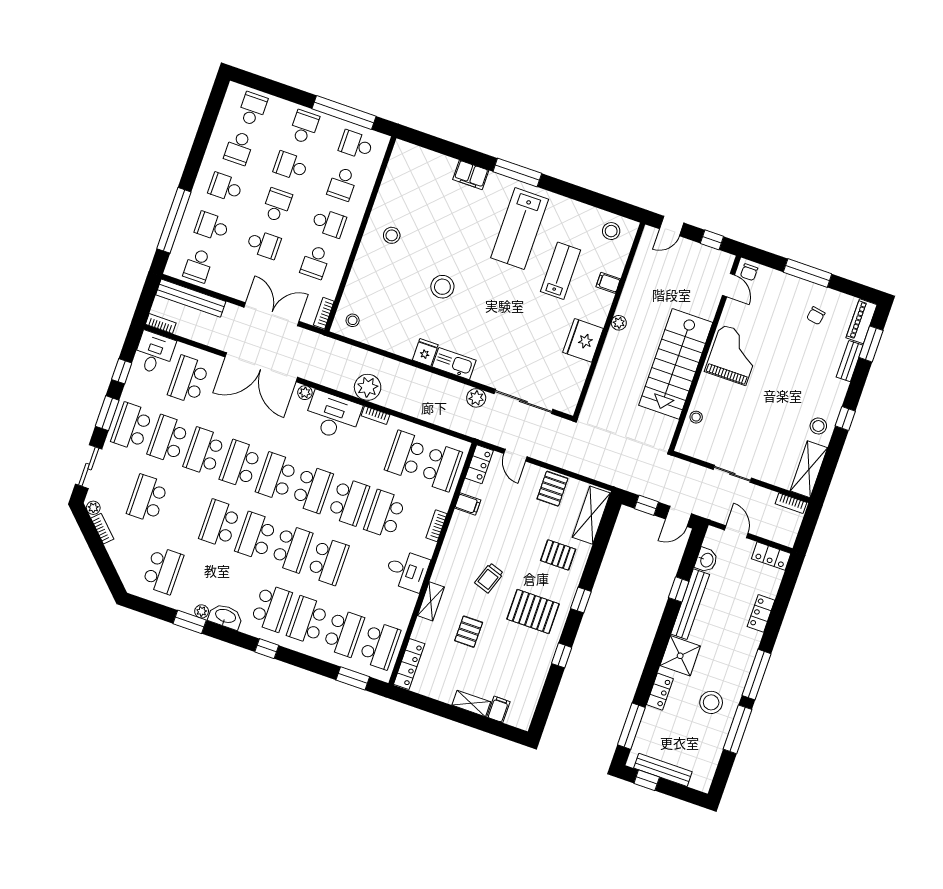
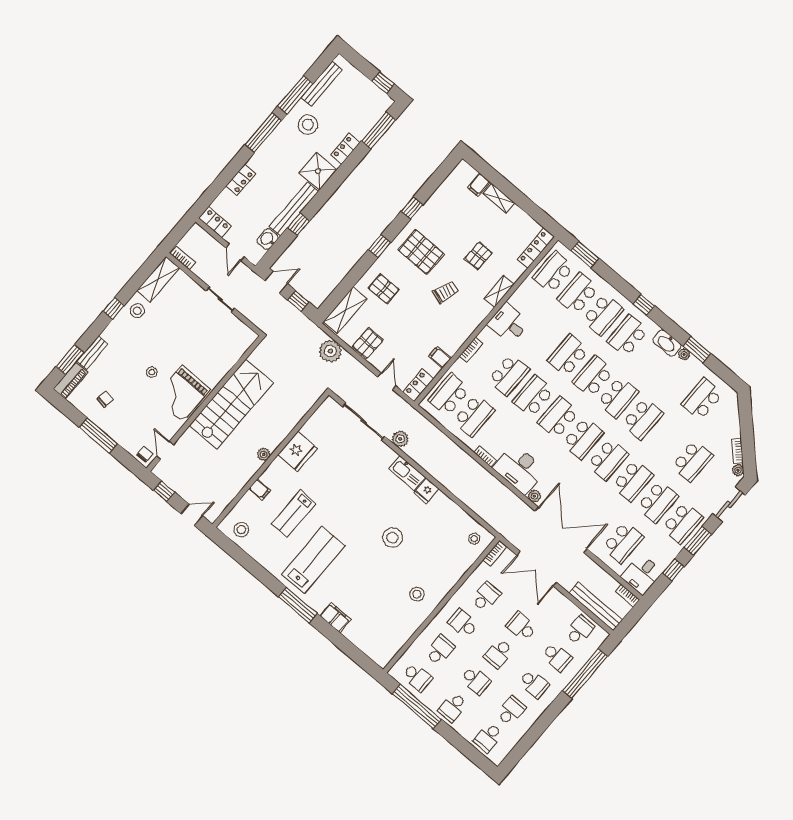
plant: (368, 387) -> (330, 351), moved
stool: (696, 417) -> (152, 372), moved
bench: (663, 770) -> (322, 84), moved, turned 90

